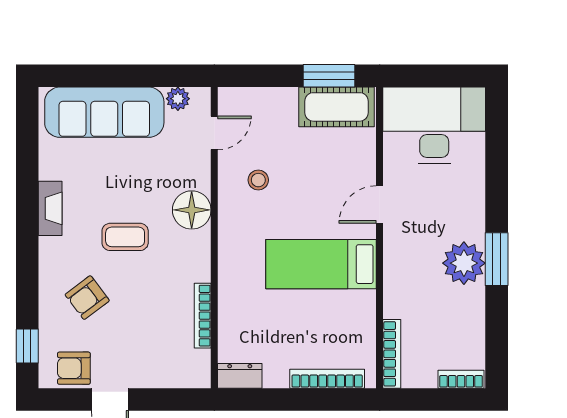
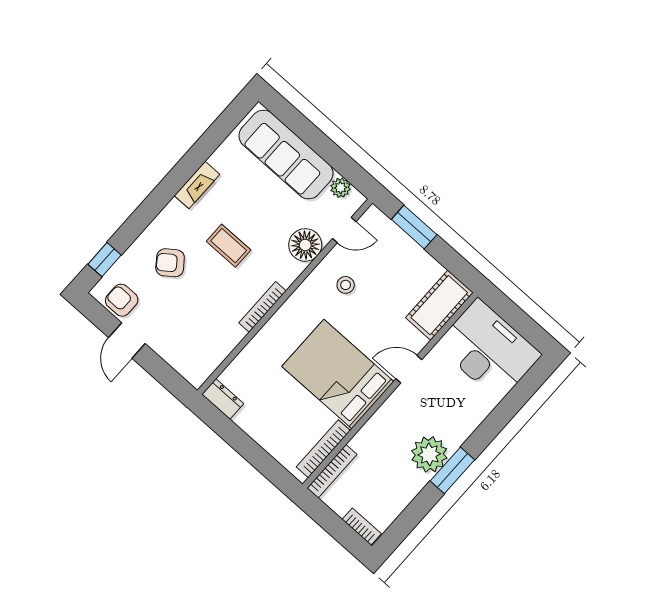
window: (329, 76) -> (414, 227), moved
cot: (337, 107) -> (439, 305), moved, turned 90
floor lamp: (192, 210) -> (305, 245), moved
bed: (321, 264) -> (338, 374), width x1.50
bookcase: (203, 316) -> (263, 307), moved
bookcase: (327, 379) -> (323, 449), moved, turned -90

